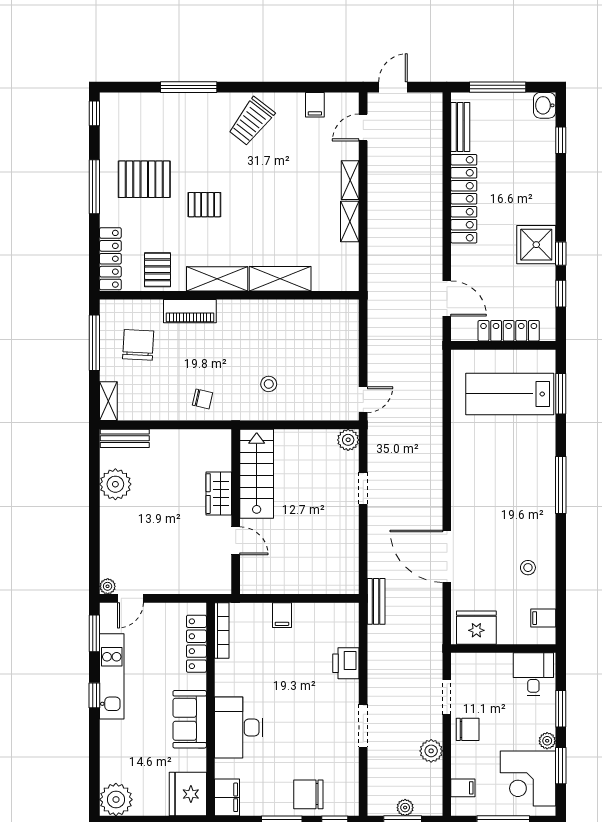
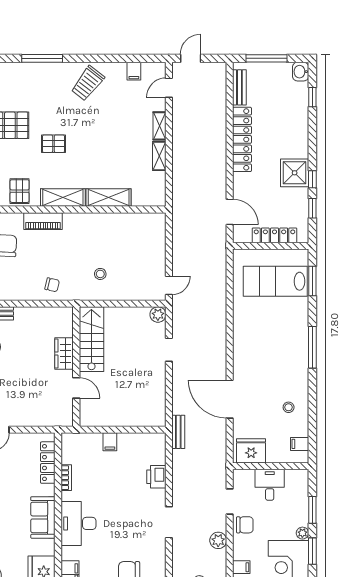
bookcase: (222, 630) -> (66, 478), moved, width x0.64
desk: (533, 674) -> (270, 485), moved

